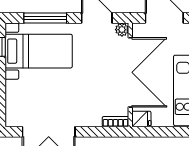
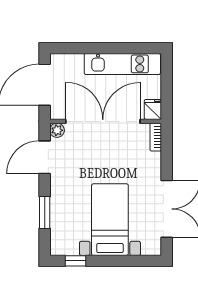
window: (45, 18) -> (45, 213), width x0.69
bed with nightstands: (39, 51) -> (110, 220), moved

